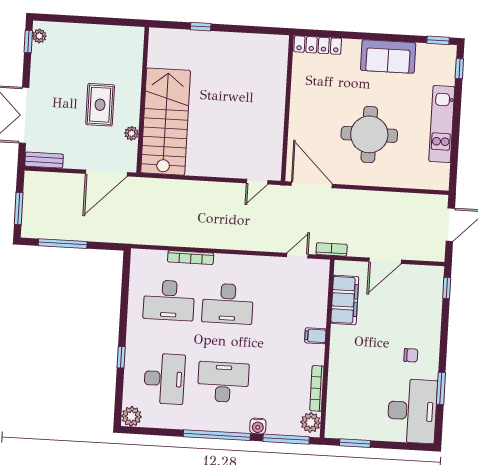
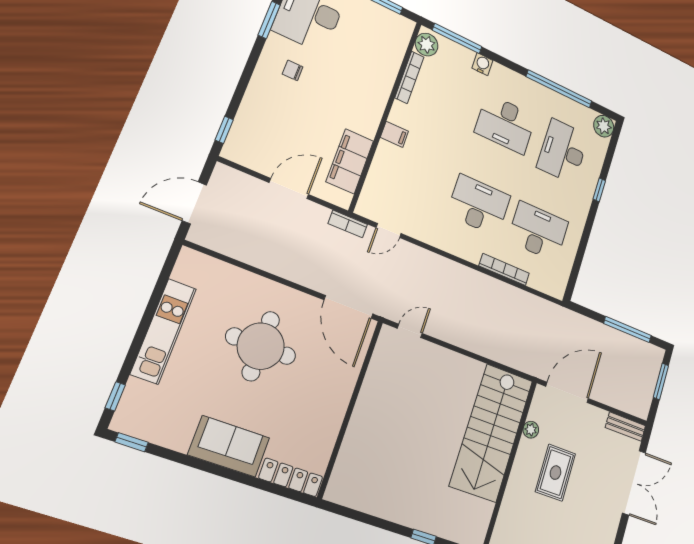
sofa: (388, 57) -> (229, 446), moved
window: (217, 435) -> (559, 89), moved

